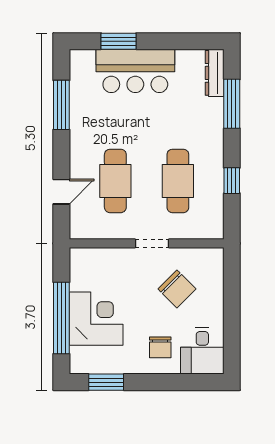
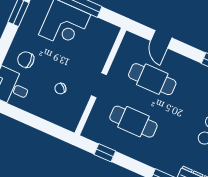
window: (232, 181) -> (105, 153), moved
chair: (177, 289) -> (60, 89), width x0.54, depth x0.54

